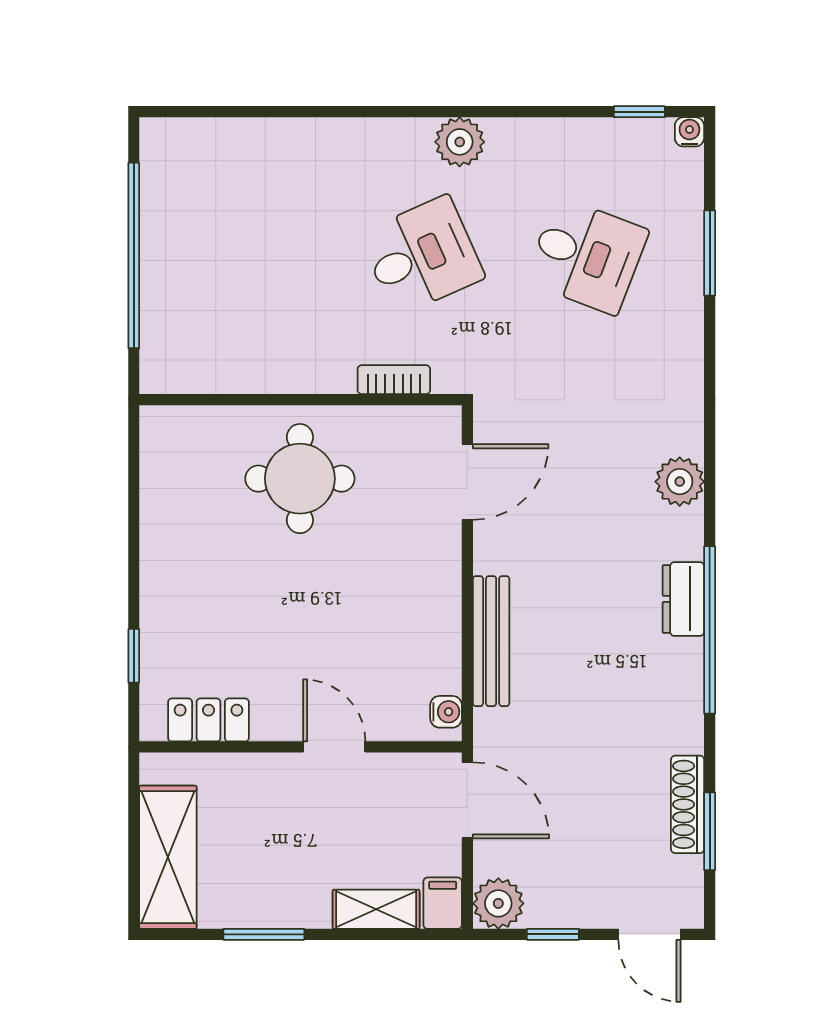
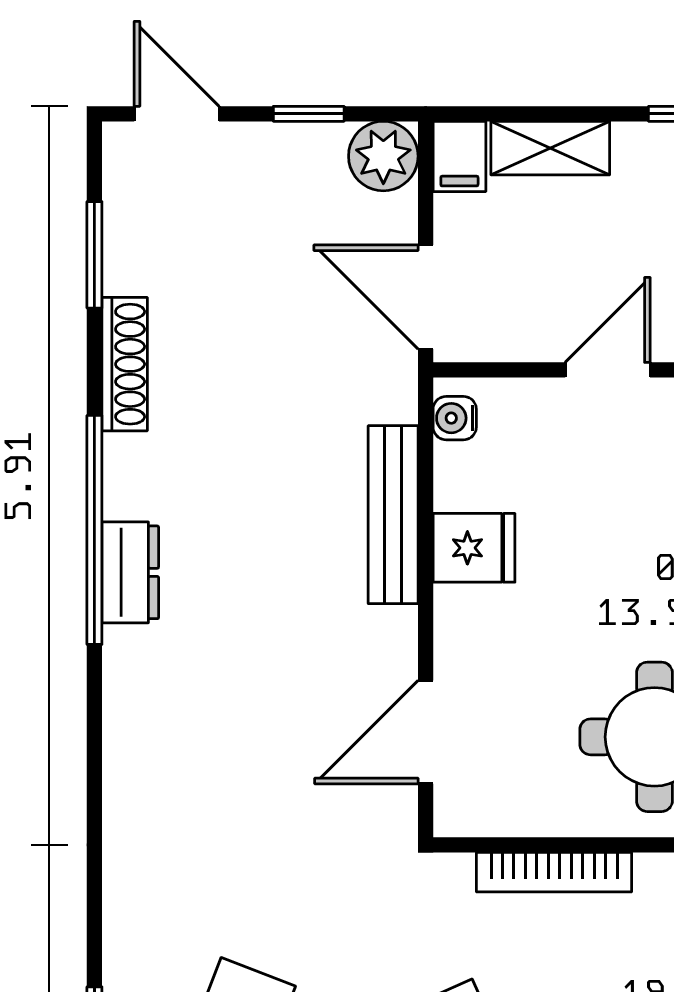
bookcase: (394, 380) -> (554, 872), width x1.56
plant: (680, 482) -> (135, 733), removed
fridge: (432, 617) -> (474, 548), added
door: (334, 747) -> (608, 370), swing flipped
shoe rack: (688, 804) -> (125, 364), moved

